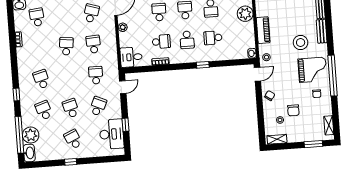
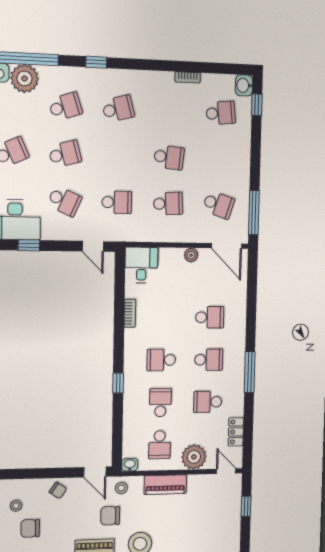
school desk: (161, 42) -> (160, 445), moved
chair: (284, 63) -> (110, 516), added

